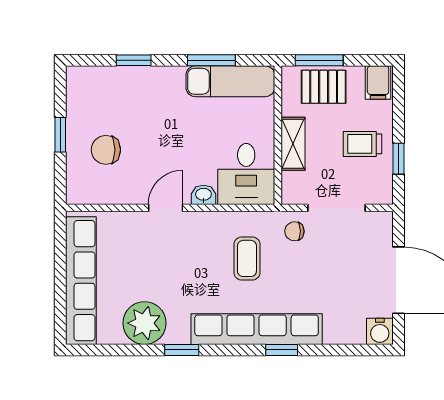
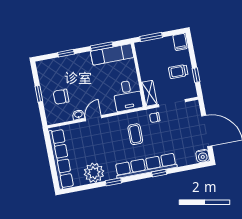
pallet: (324, 87) -> (155, 49), removed
shelving: (293, 144) -> (149, 93), moved
washbasin: (203, 195) -> (78, 115), moved

